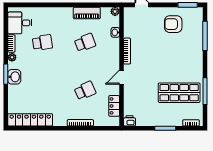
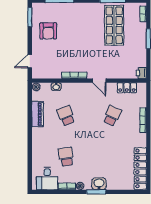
school desk: (85, 91) -> (112, 116), turned 48

